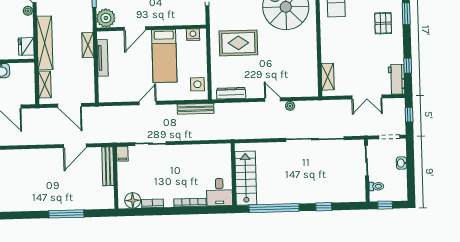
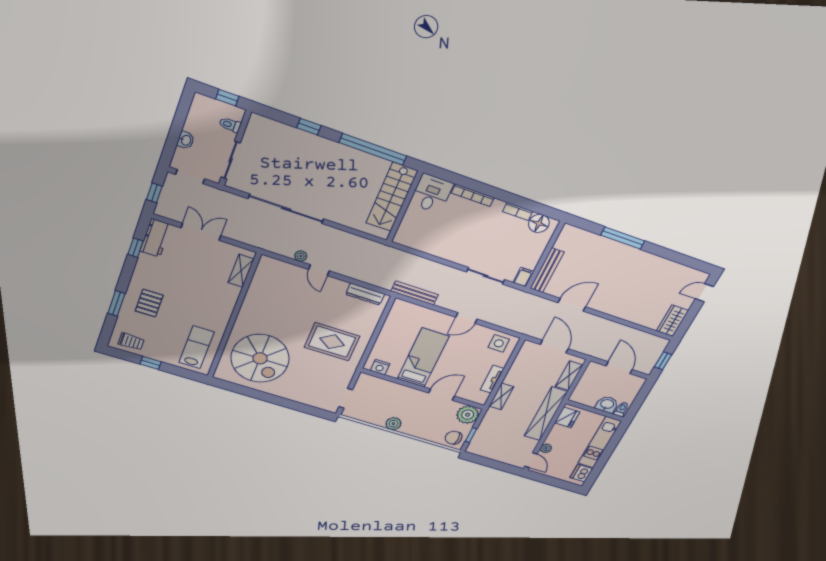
tv unit: (103, 58) -> (492, 379), width x0.71
side table: (197, 84) -> (499, 343), moved

